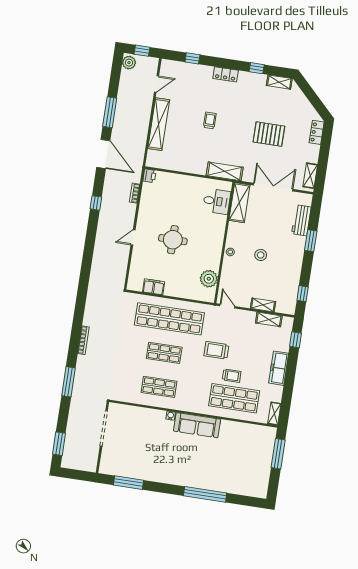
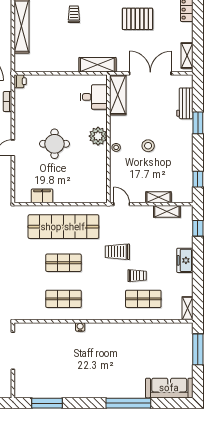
plant: (209, 279) -> (98, 136), moved
freezer: (279, 368) -> (185, 260), width x0.71
shop shelf: (234, 398) -> (143, 299), width x0.70, depth x0.74
sofa: (197, 425) -> (169, 388), moved, turned 180

